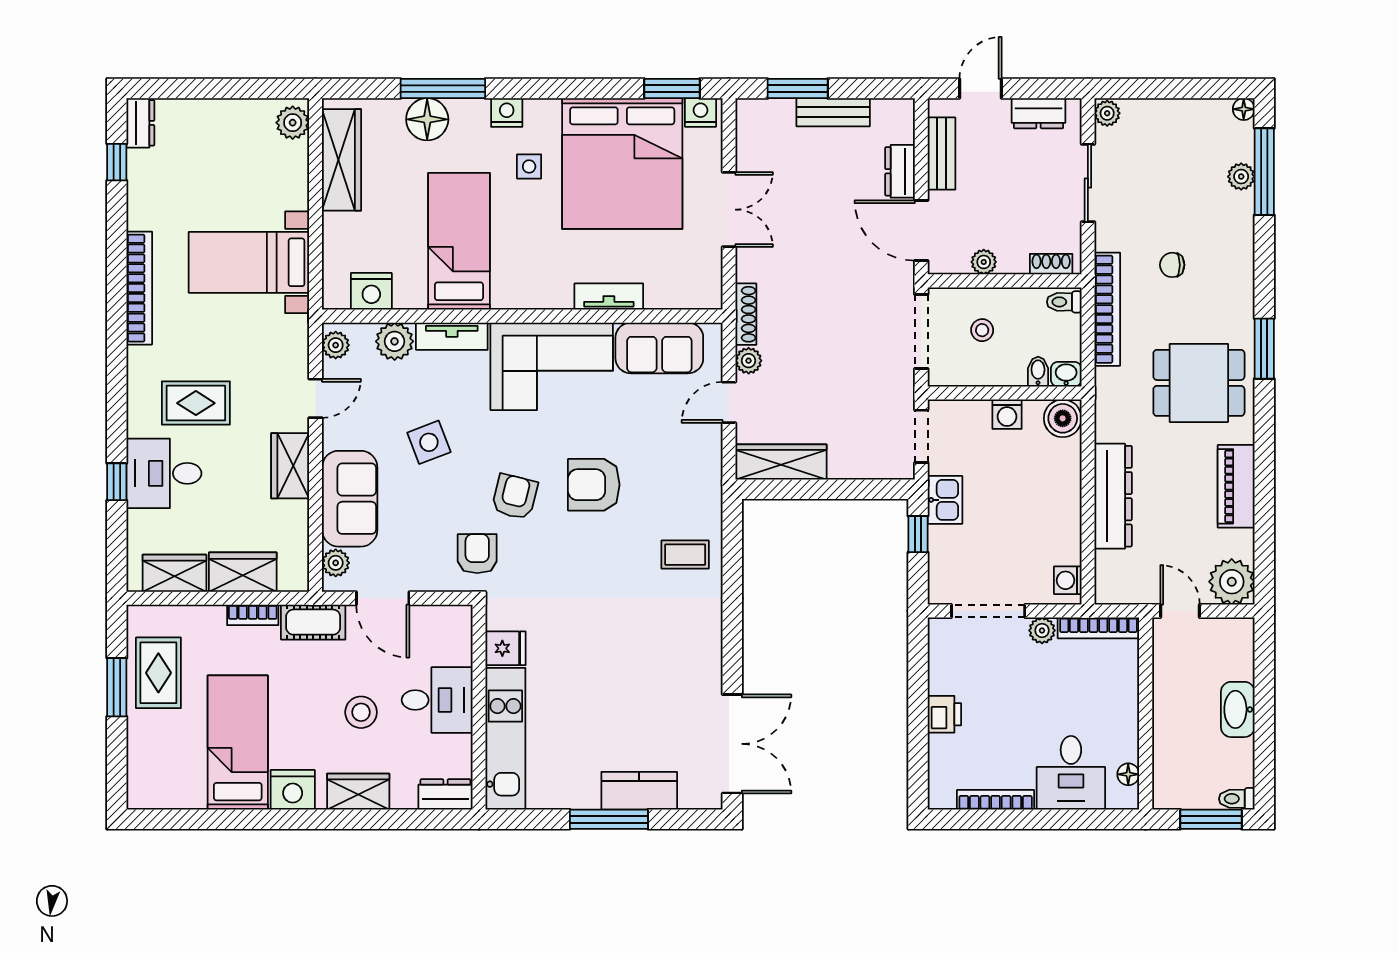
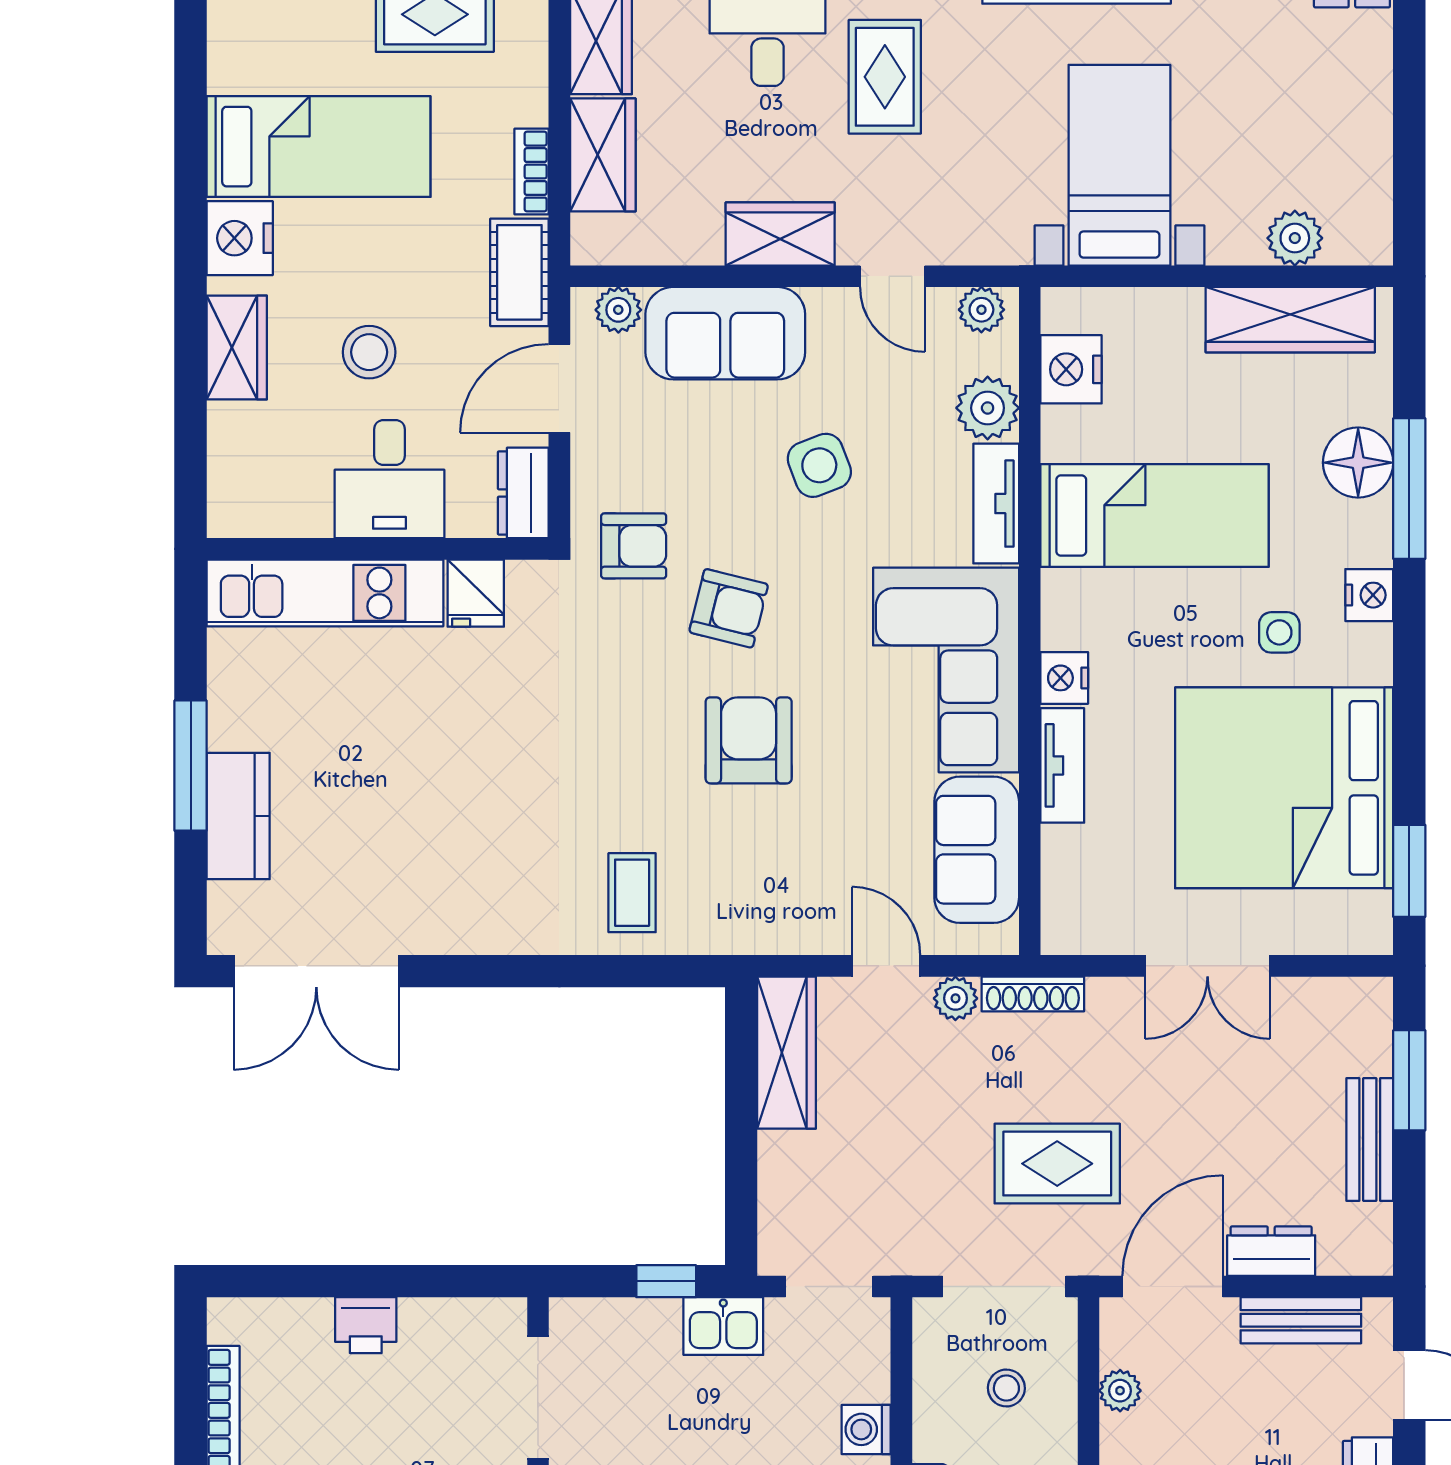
nightstand: (701, 112) -> (1064, 678), moved, turned 180
plant: (293, 123) -> (1295, 238), moved
rug: (848, 300) -> (1057, 1164), added
dresser: (445, 794) -> (523, 493), moved, turned 180

